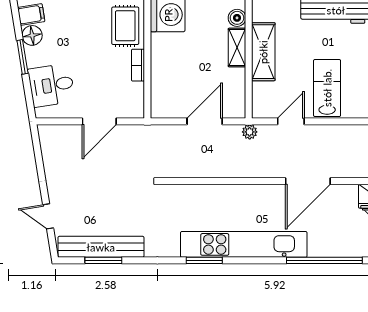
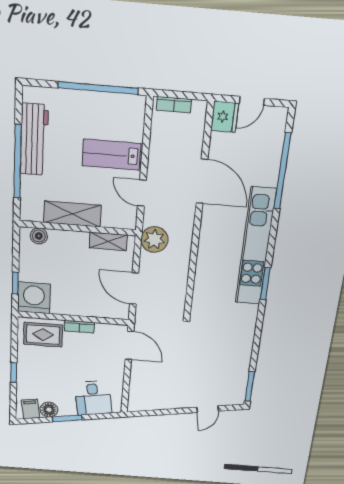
shelving: (237, 48) -> (108, 241), moved
door: (99, 121) -> (129, 345), moved
door: (205, 121) -> (134, 288), moved
plant: (250, 132) -> (154, 240), width x1.88, depth x1.88
bench: (101, 247) -> (240, 370), removed
window: (103, 260) -> (250, 386), moved

